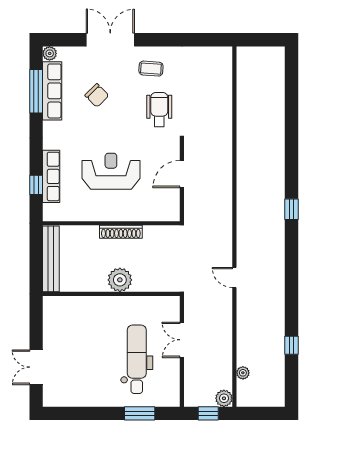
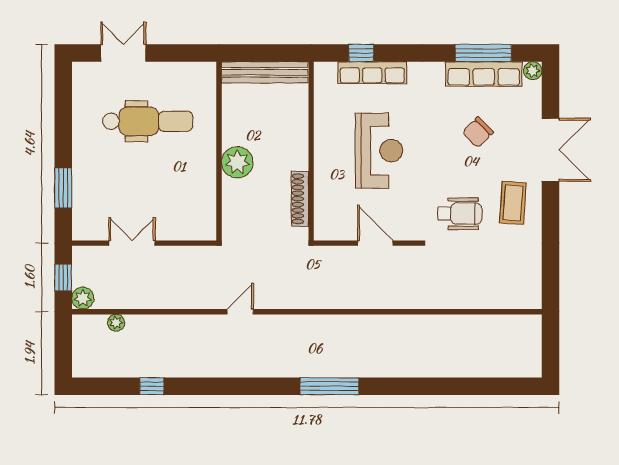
coffee table: (151, 69) -> (513, 203), width x1.36, depth x1.30
window: (292, 209) -> (329, 386), width x2.17
shoe rack: (121, 232) -> (300, 199), moved
double door: (182, 340) -> (132, 243), moved
dental chair: (137, 359) -> (148, 121), moved

